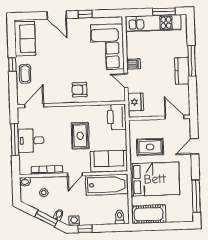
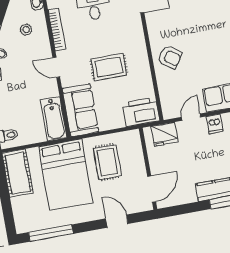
armchair: (80, 90) -> (170, 57), turned 125
bathtub: (107, 185) -> (54, 119), width x0.73, depth x0.73

